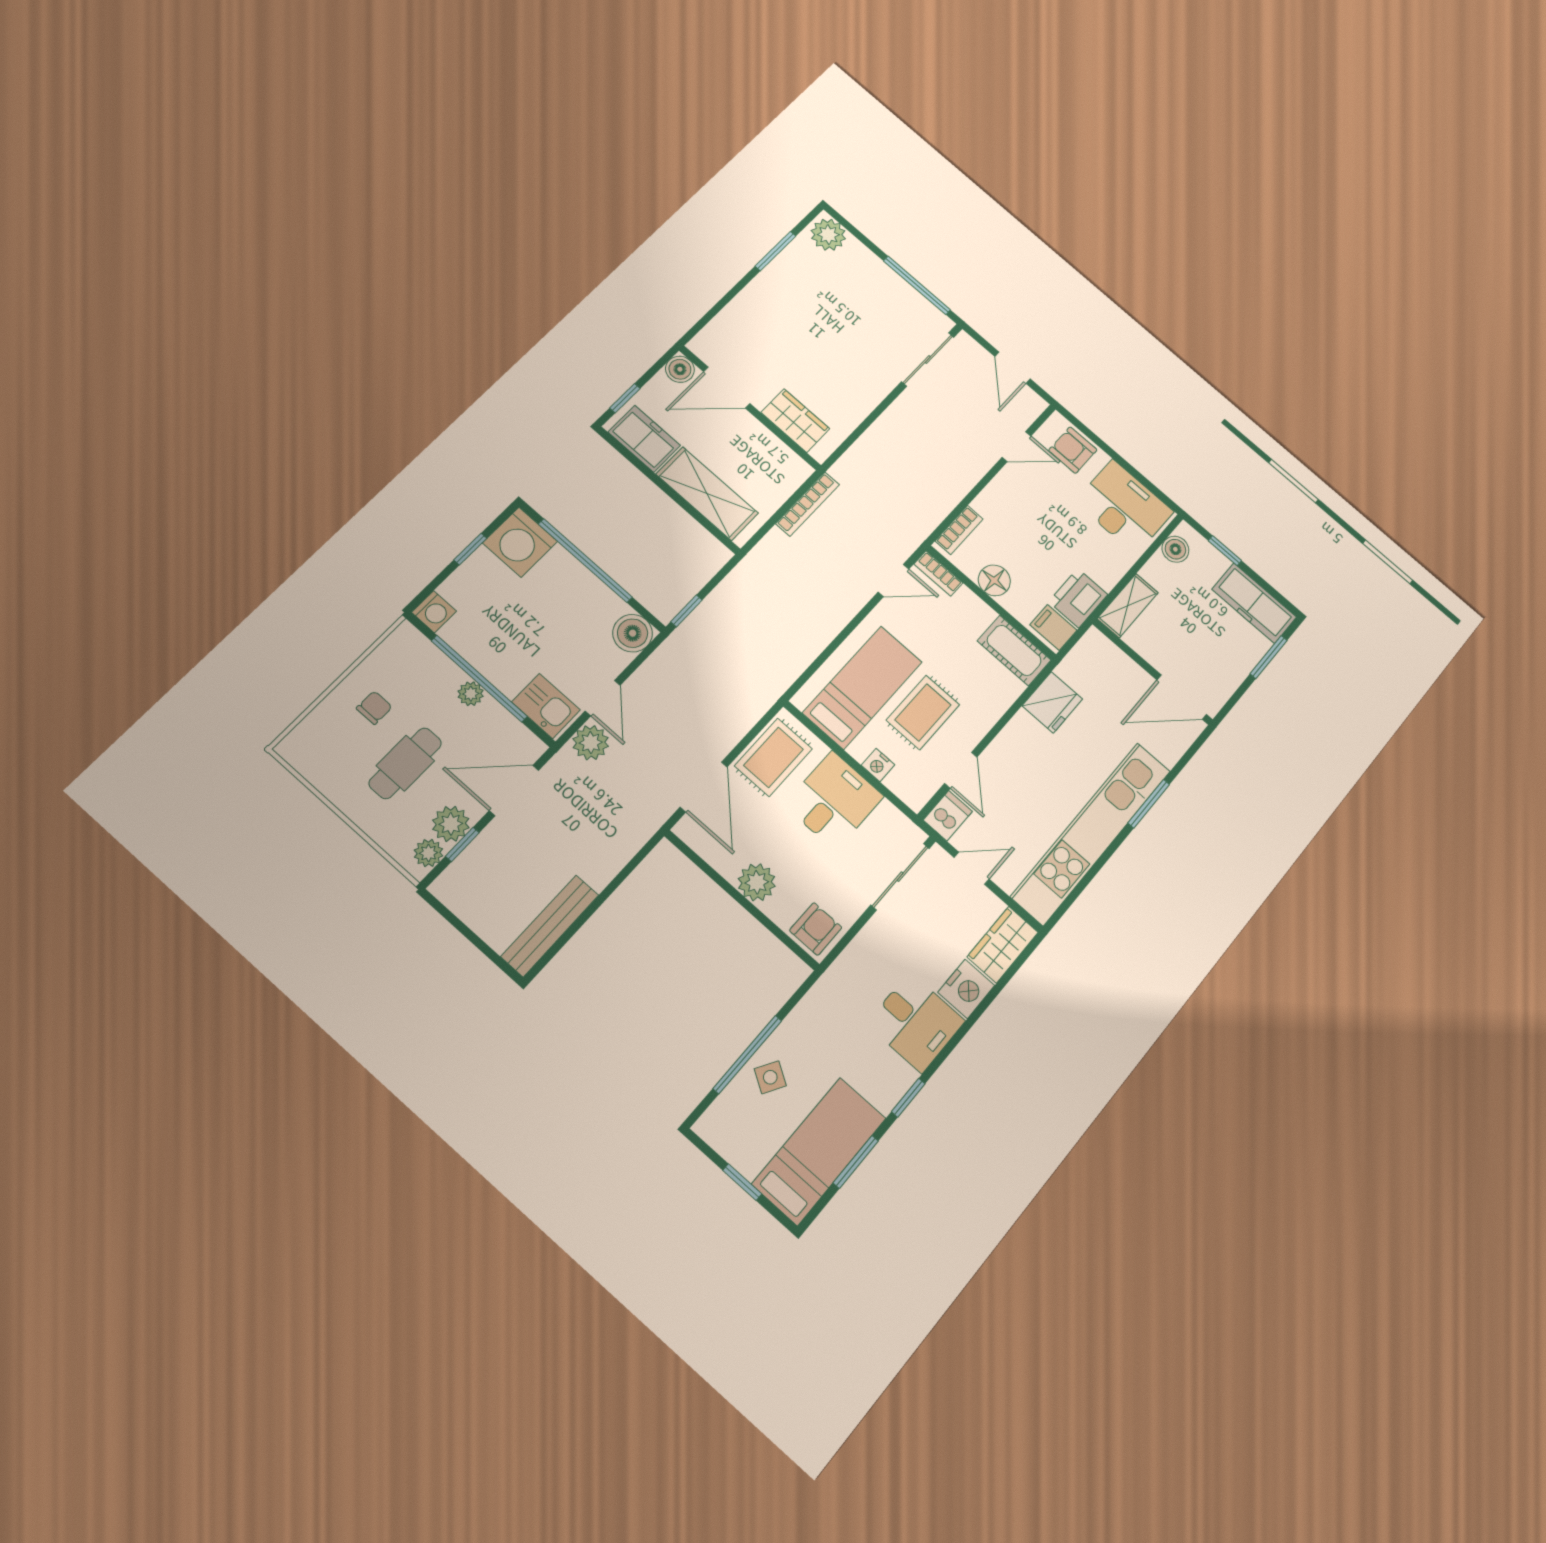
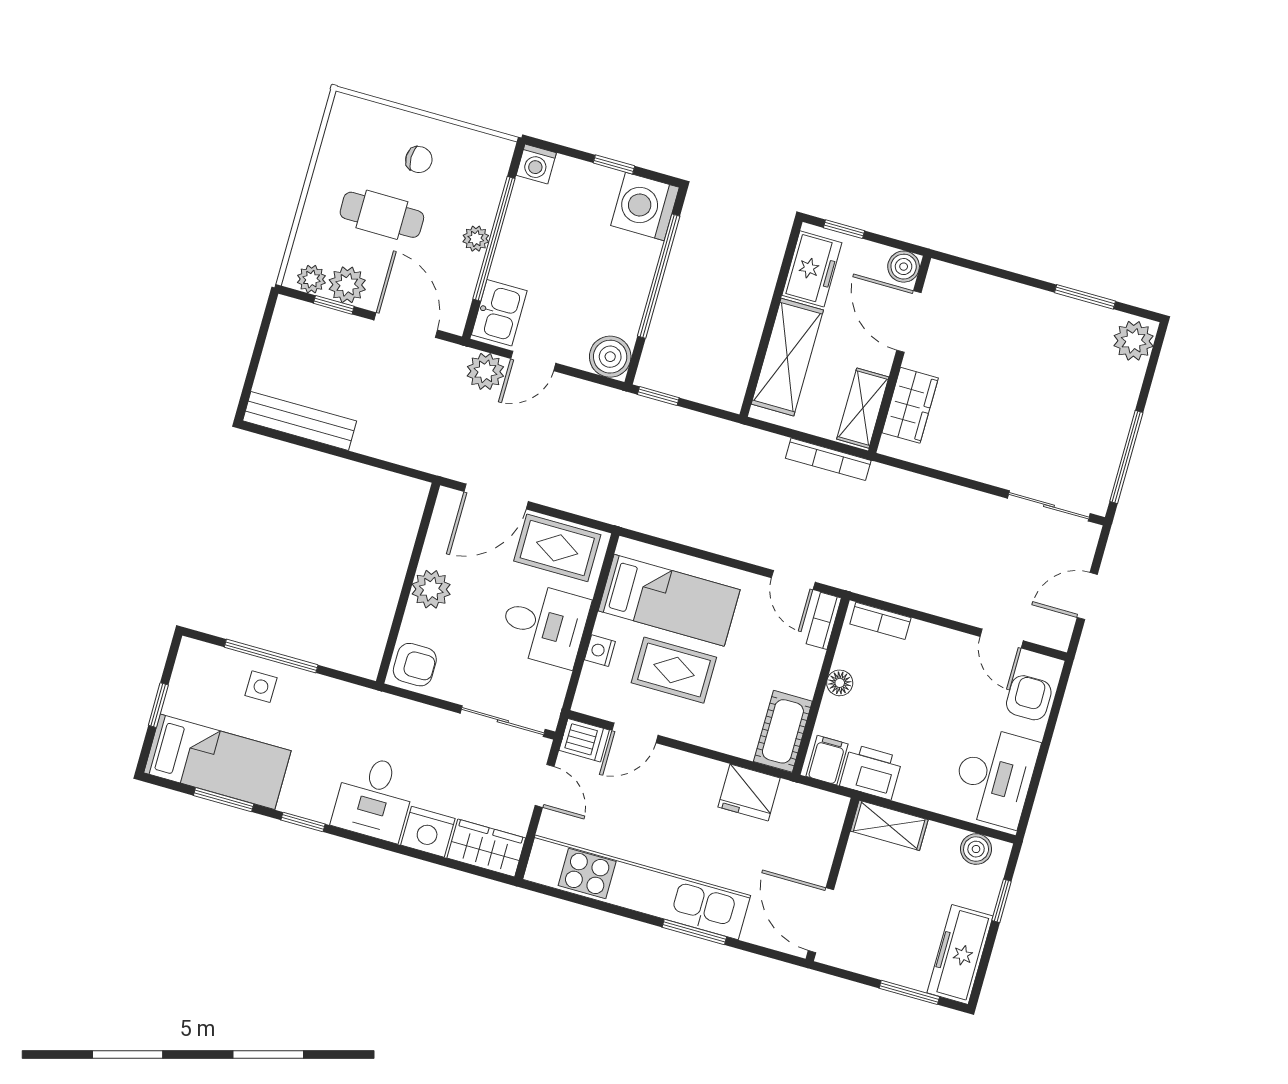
shelving: (779, 457) -> (863, 408), added
floor lamp: (994, 580) -> (840, 683), width x0.73, depth x0.73
side table: (770, 1077) -> (261, 687), turned -31

